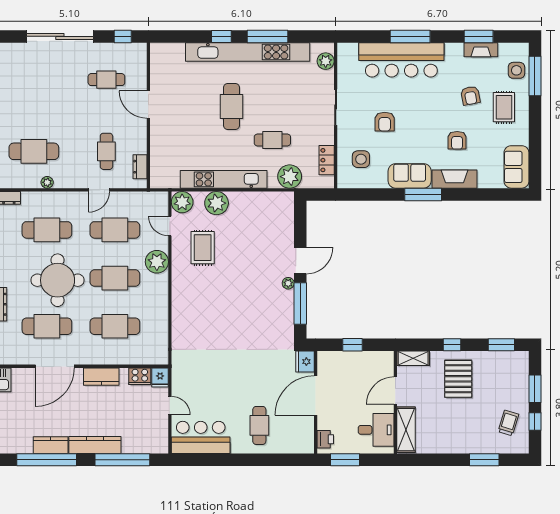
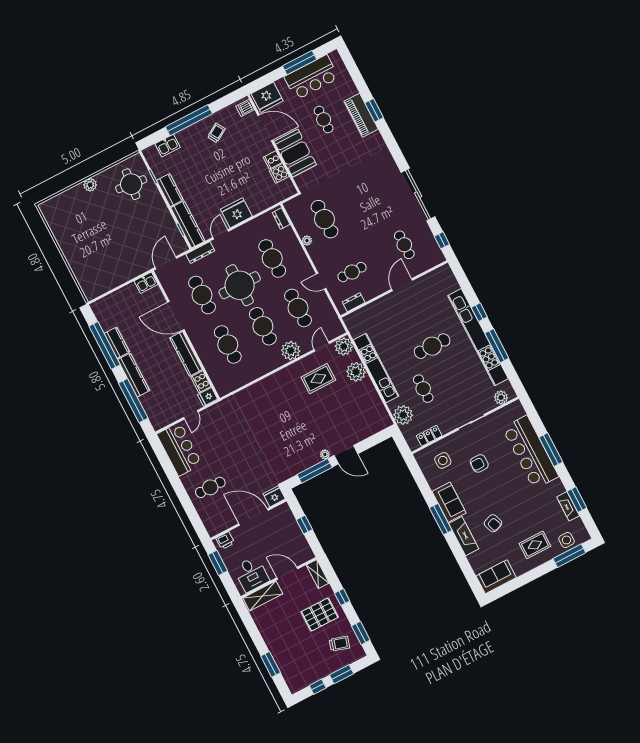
armchair: (470, 96) -> (531, 516), removed
armchair: (457, 140) -> (493, 523), turned -110
kitchen counter: (101, 377) -> (186, 354), width x1.50
trolley: (508, 423) -> (339, 644), moved

